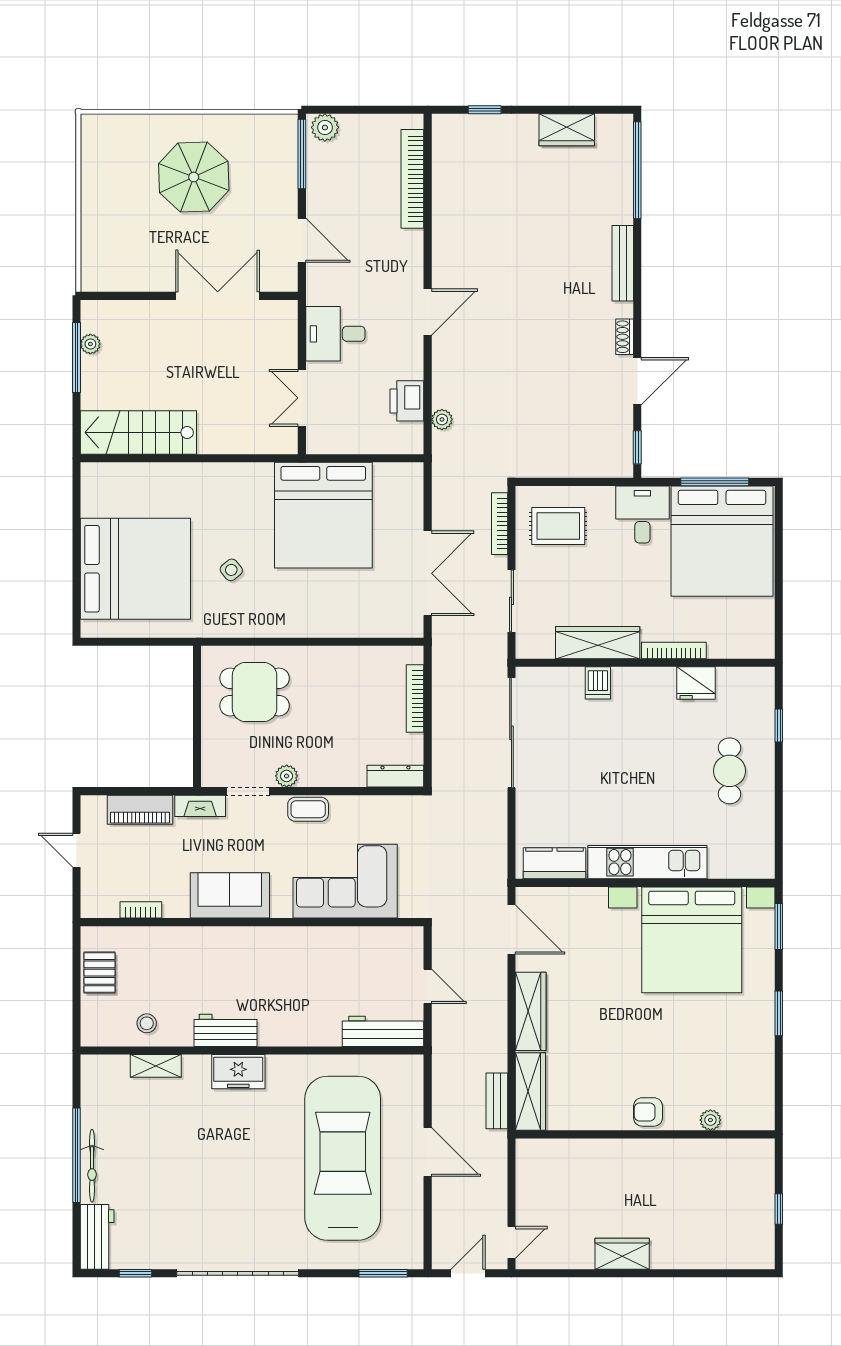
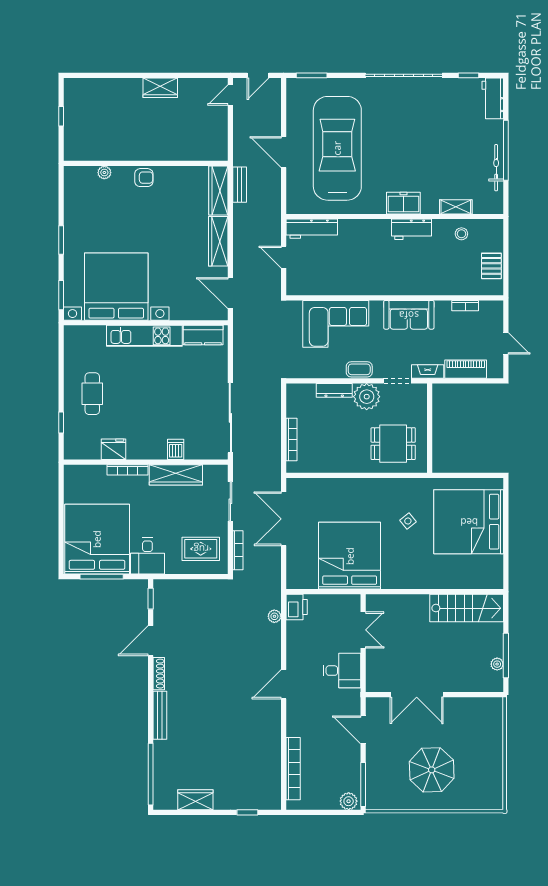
shoe rack: (625, 337) -> (159, 674), width x1.43
printer: (407, 401) -> (297, 607), moved
plant: (287, 776) -> (367, 397), width x1.88, depth x1.88
dresser: (395, 776) -> (334, 390), moved
car: (343, 1158) -> (337, 148), turned 180
bicycle: (92, 1166) -> (496, 168), moved

